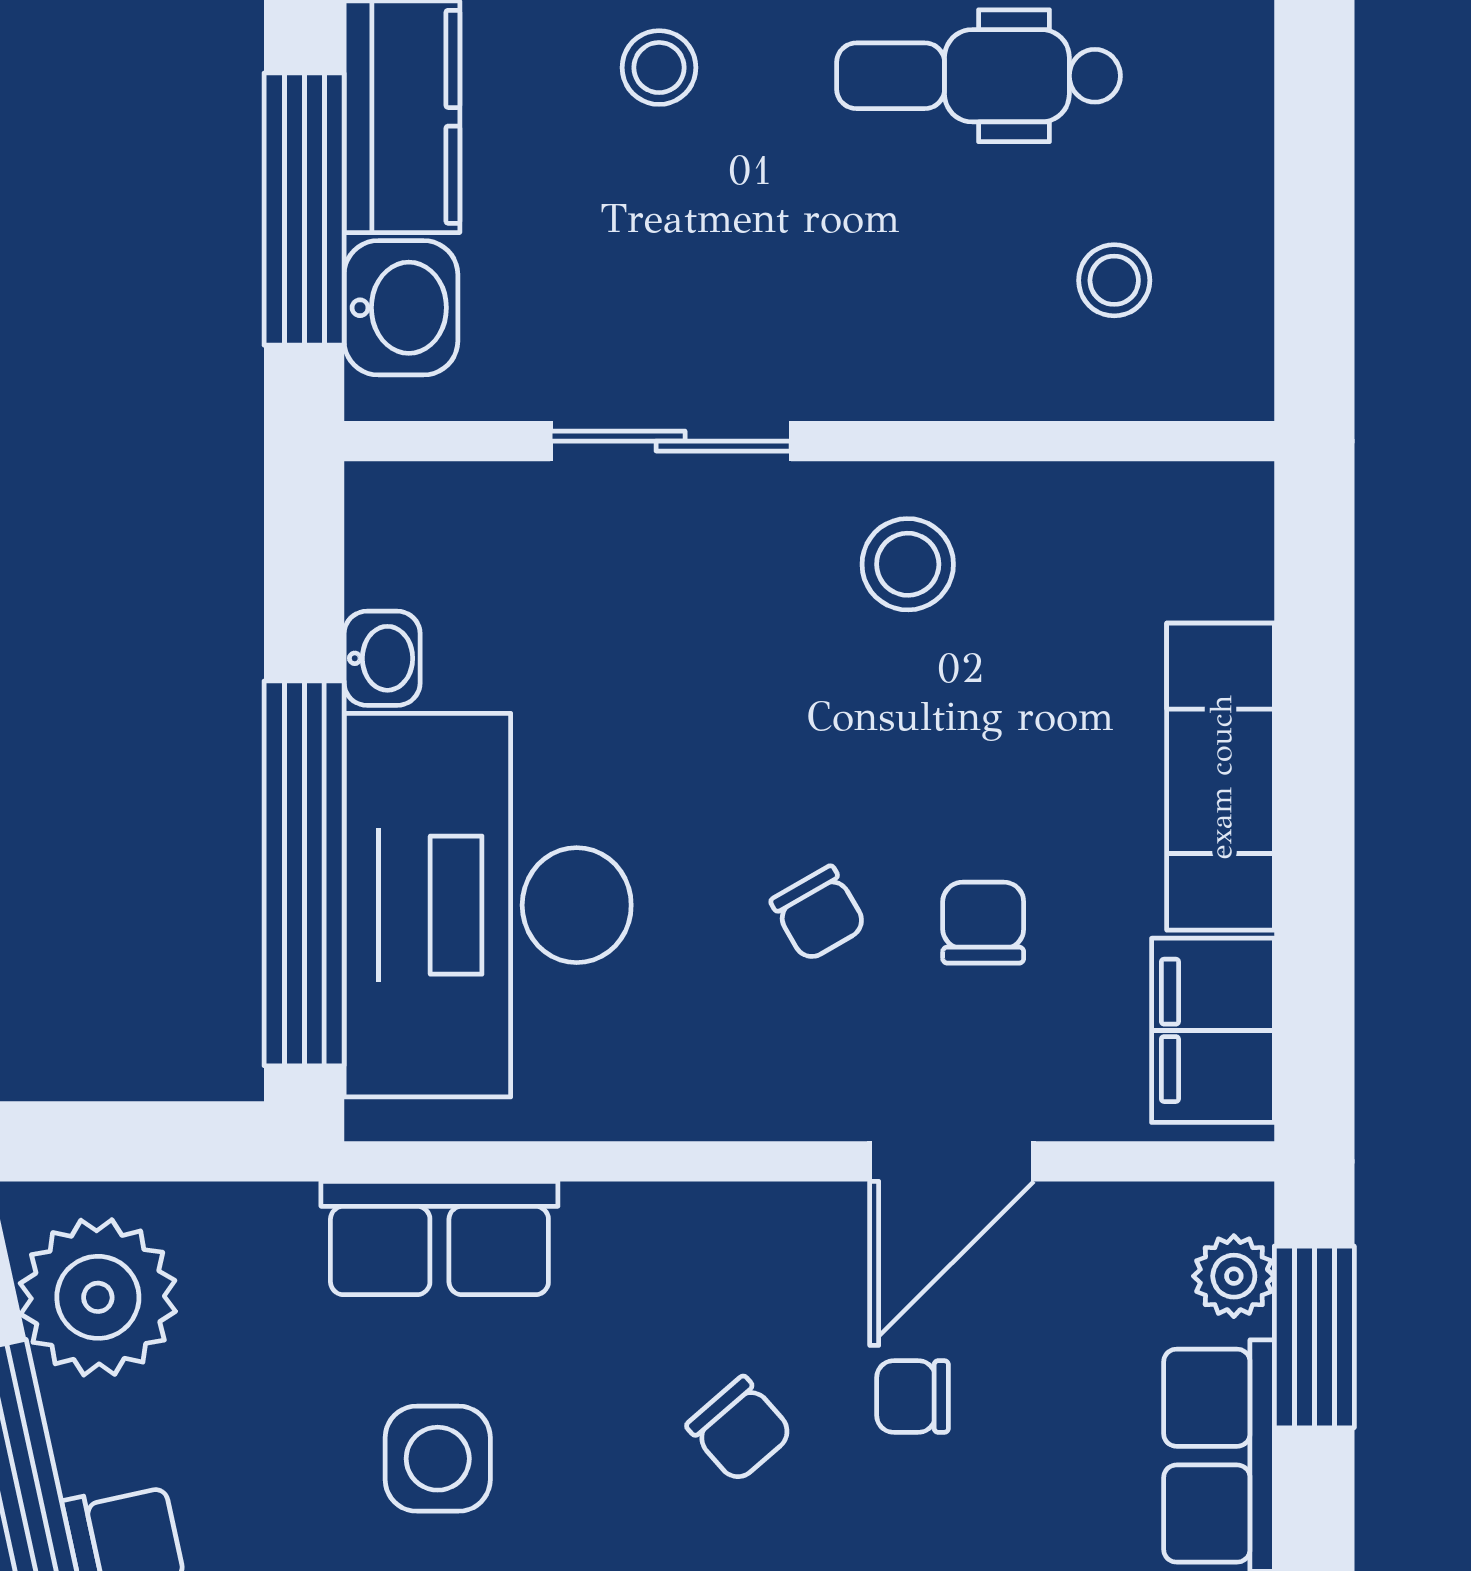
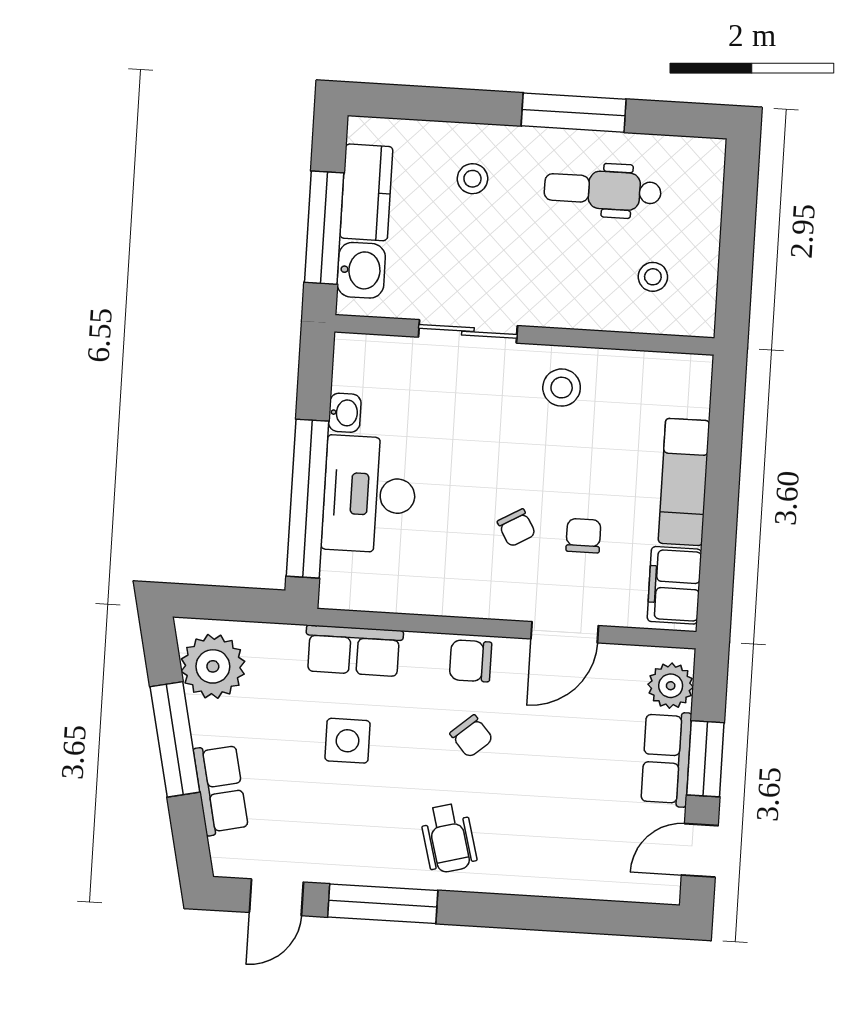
desk: (488, 905) -> (369, 494), width x0.73, depth x0.77
plant: (1234, 1276) -> (671, 686), width x1.38, depth x1.38
window: (1314, 1337) -> (705, 759), moved
chair: (913, 1397) -> (470, 661), moved, width x1.37, depth x1.37

